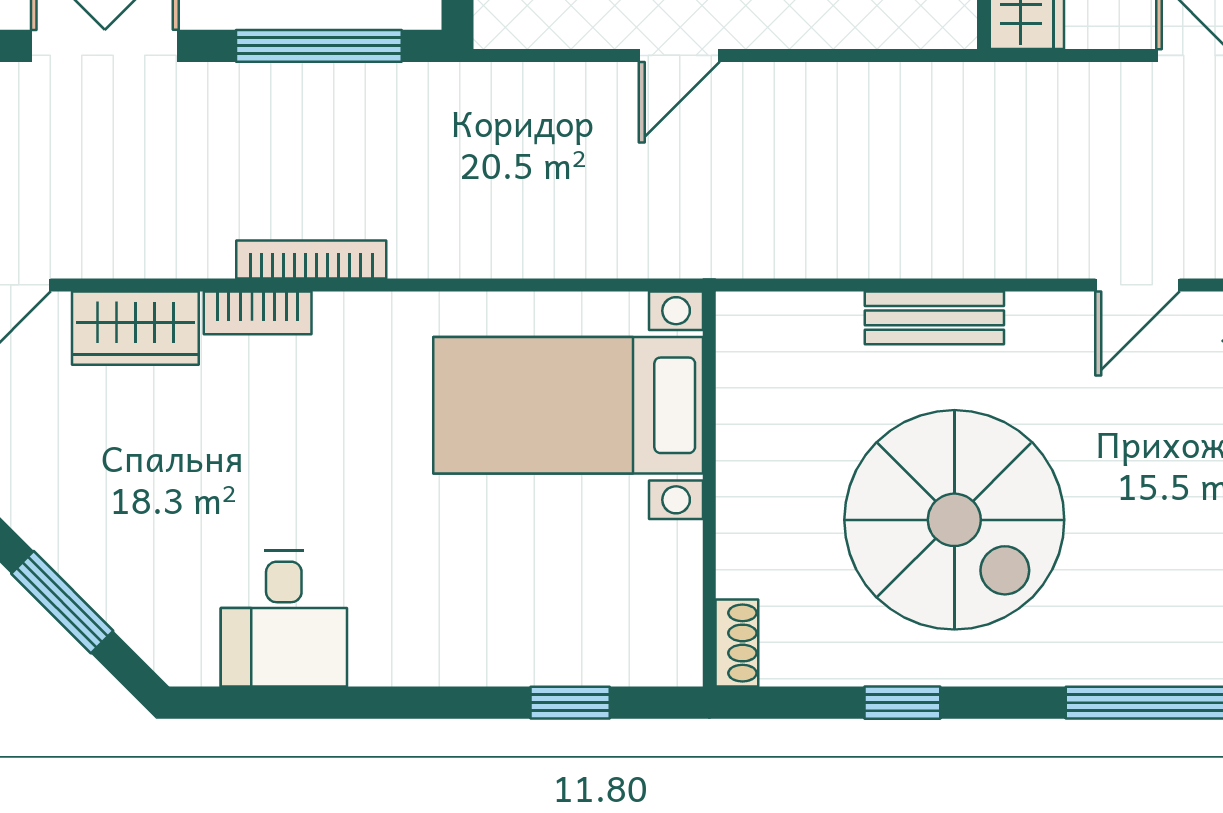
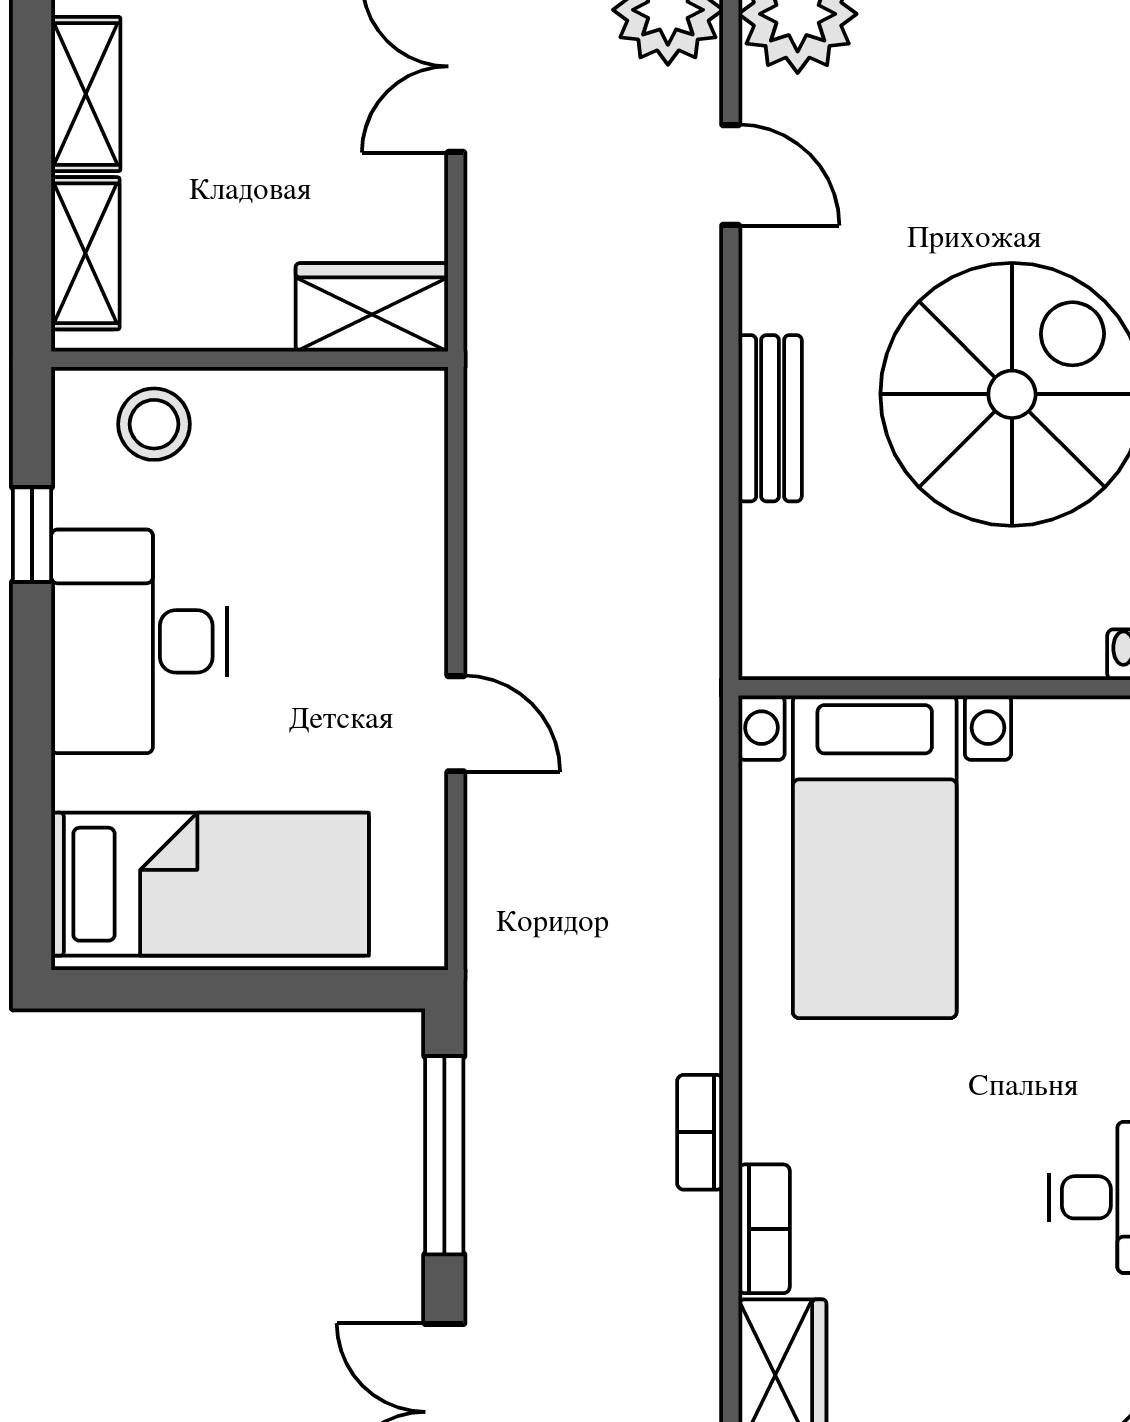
bookcase: (311, 259) -> (700, 1132), width x0.64

